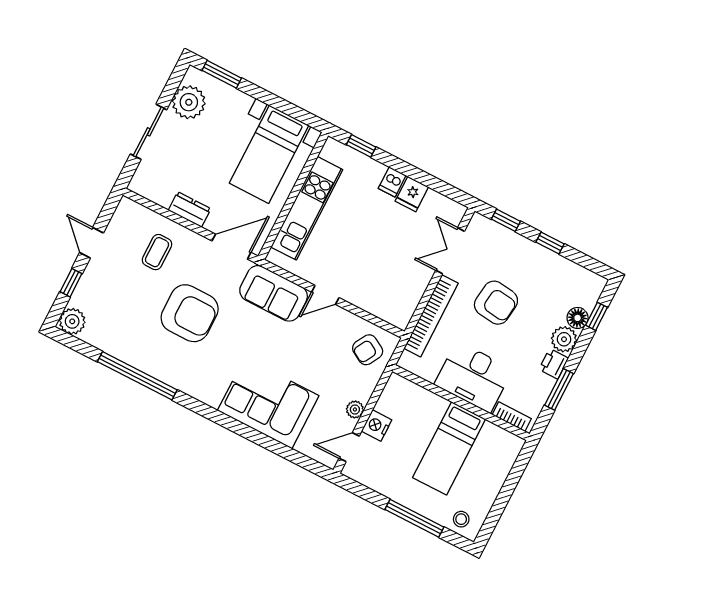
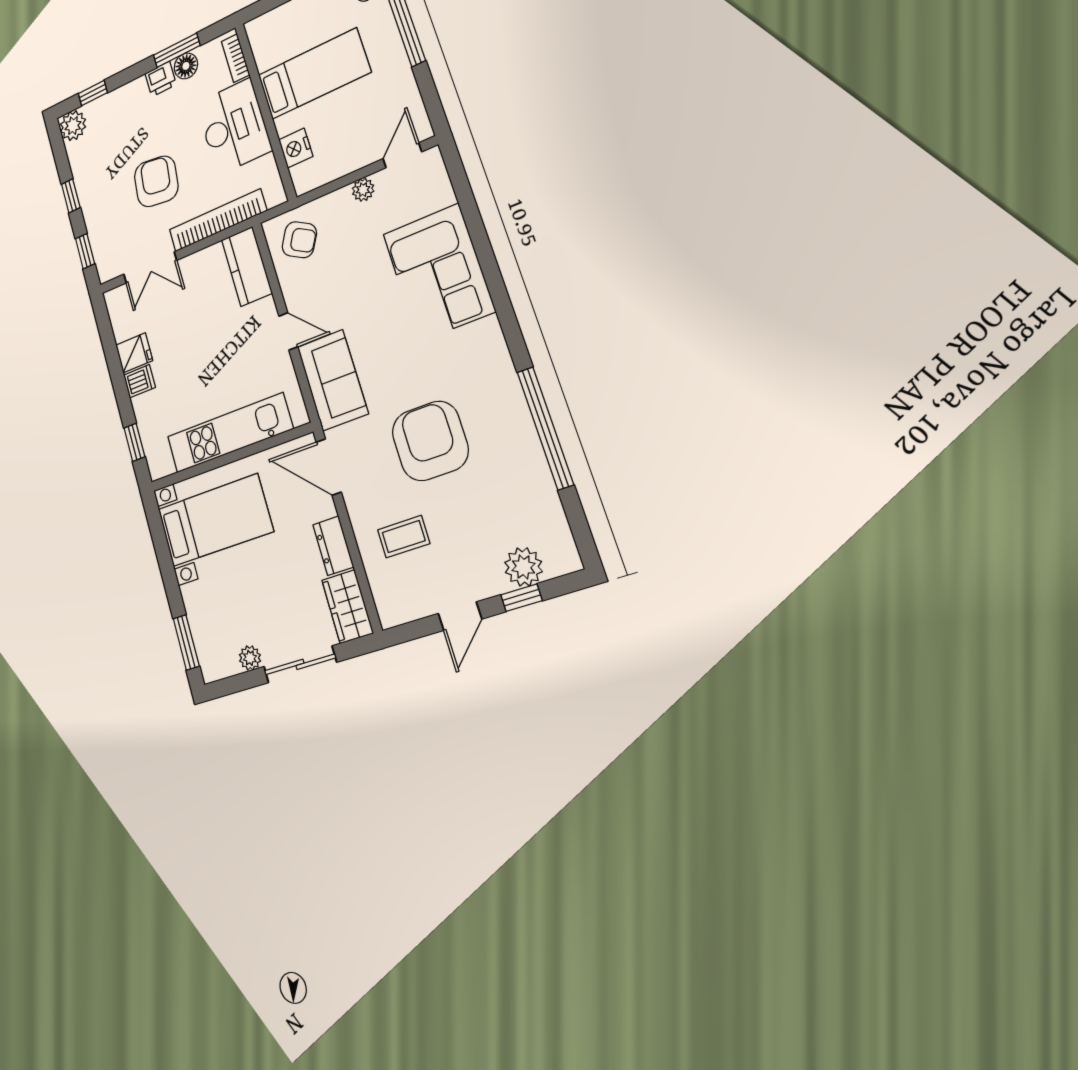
plant: (189, 102) -> (250, 658), width x0.53, depth x0.53
wardrobe: (152, 187) -> (347, 607), added
kitchen counter: (386, 307) -> (247, 266), added
floor lamp: (578, 318) -> (186, 66), moved
plant: (72, 321) -> (523, 567), moved
plant: (564, 339) -> (73, 126), moved
nightstand: (377, 426) -> (296, 148), moved, turned 90
door: (349, 447) -> (402, 155), swing flipped

